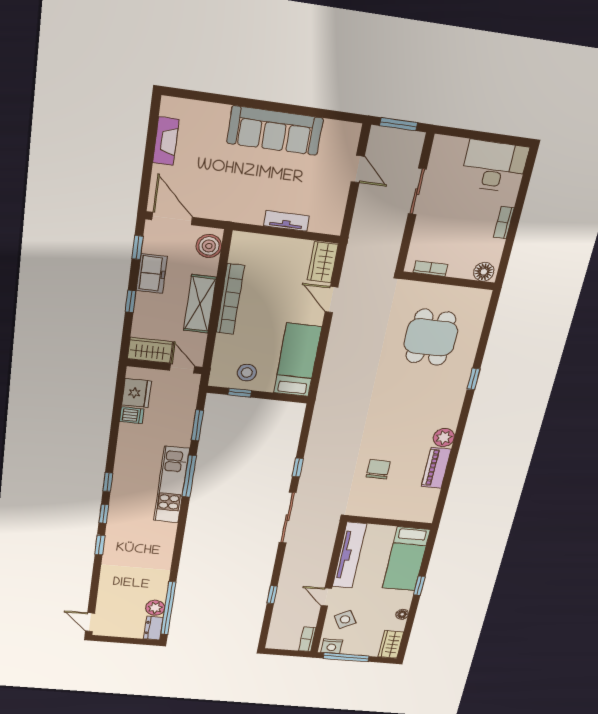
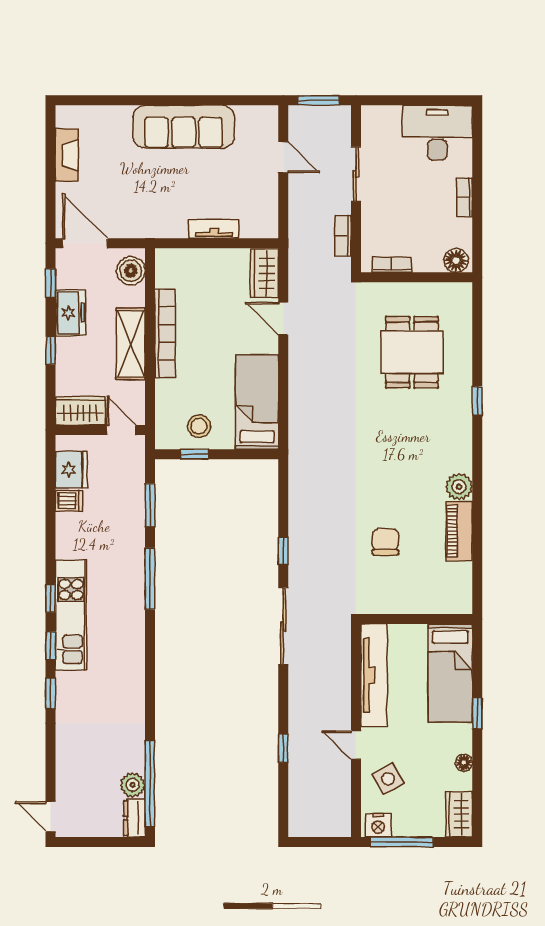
kitchen unit: (171, 485) -> (71, 615), moved, turned 180
bookcase: (307, 639) -> (343, 236), moved

